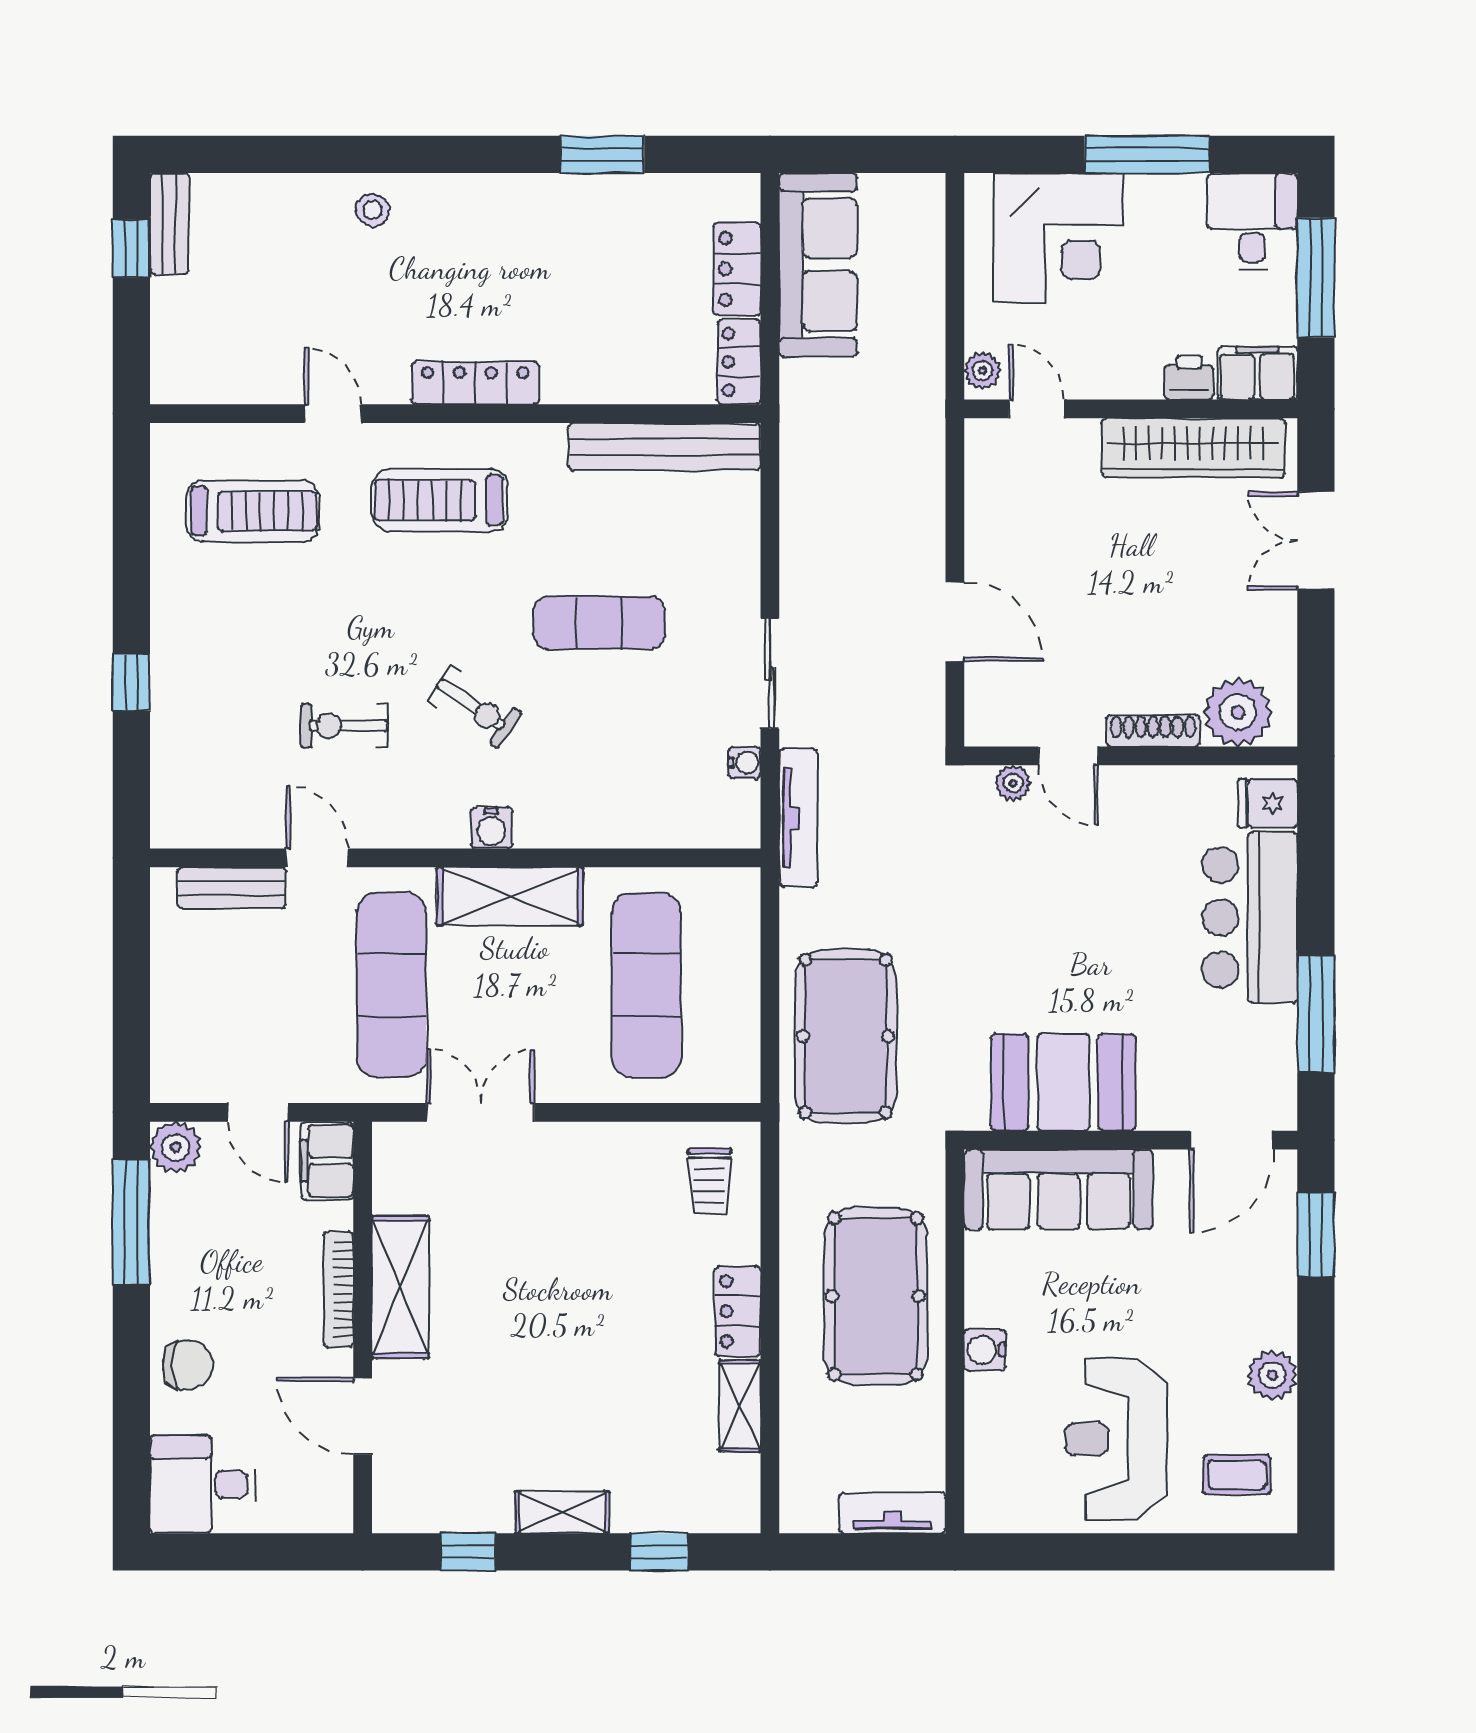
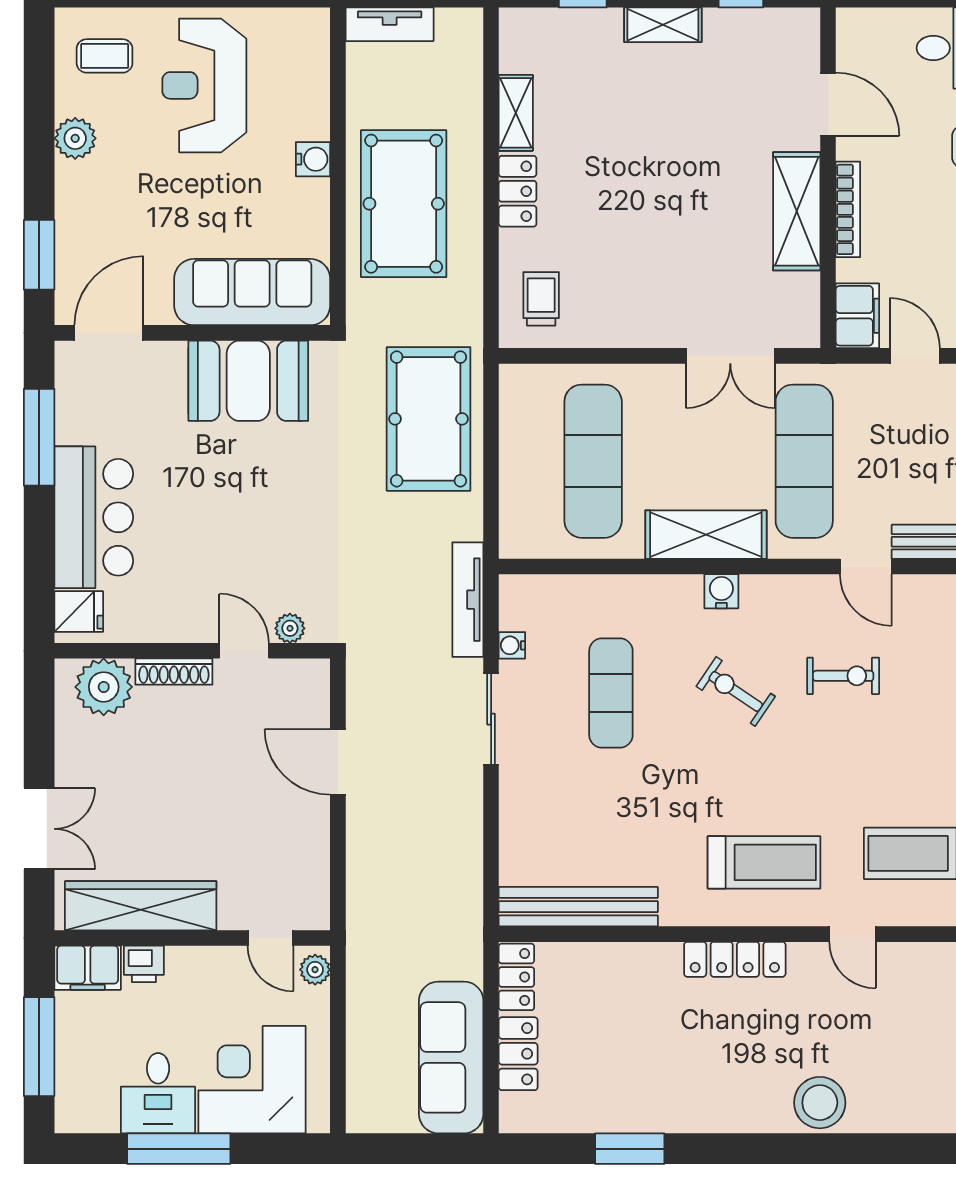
stool: (373, 210) -> (820, 1103), width x1.89, depth x1.89
desk: (1252, 221) -> (158, 1093), moved
exercise mat: (599, 623) -> (611, 693), moved, turned 90
reception desk: (1116, 1439) -> (204, 85), turned 180

